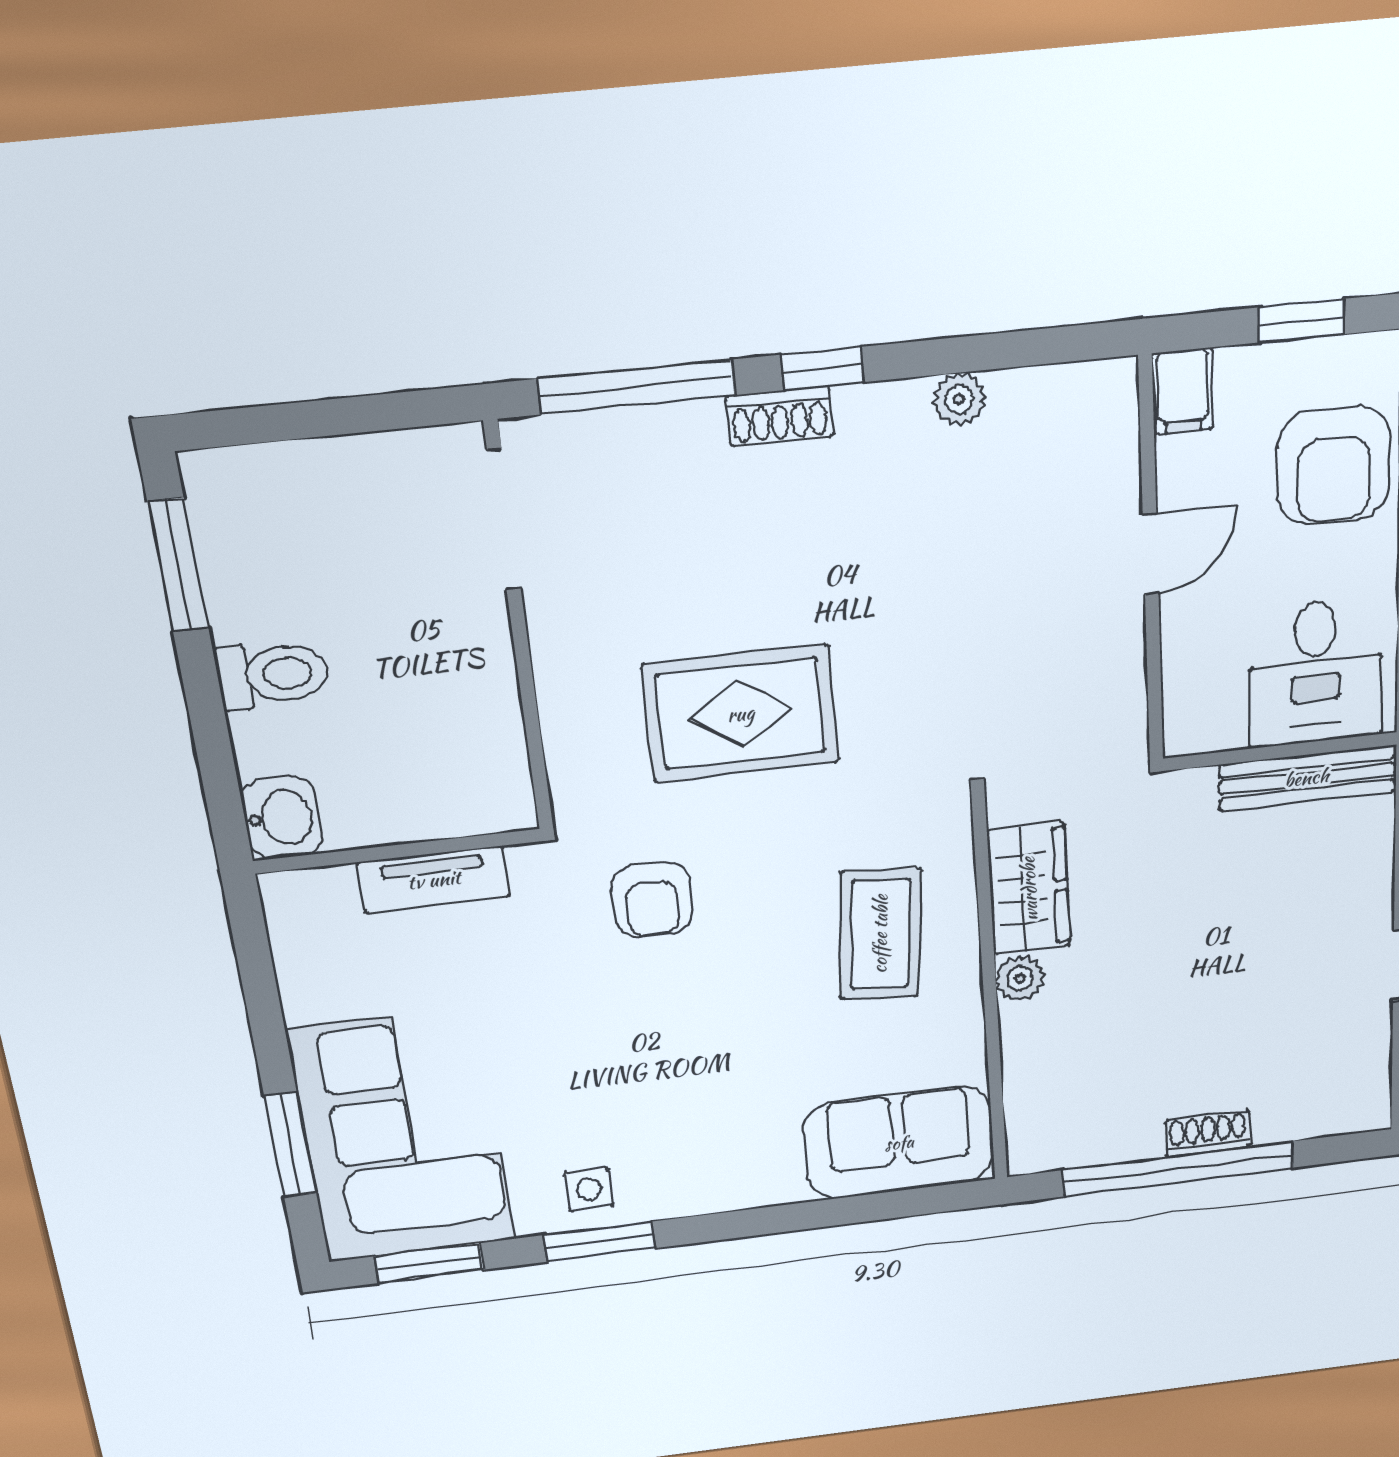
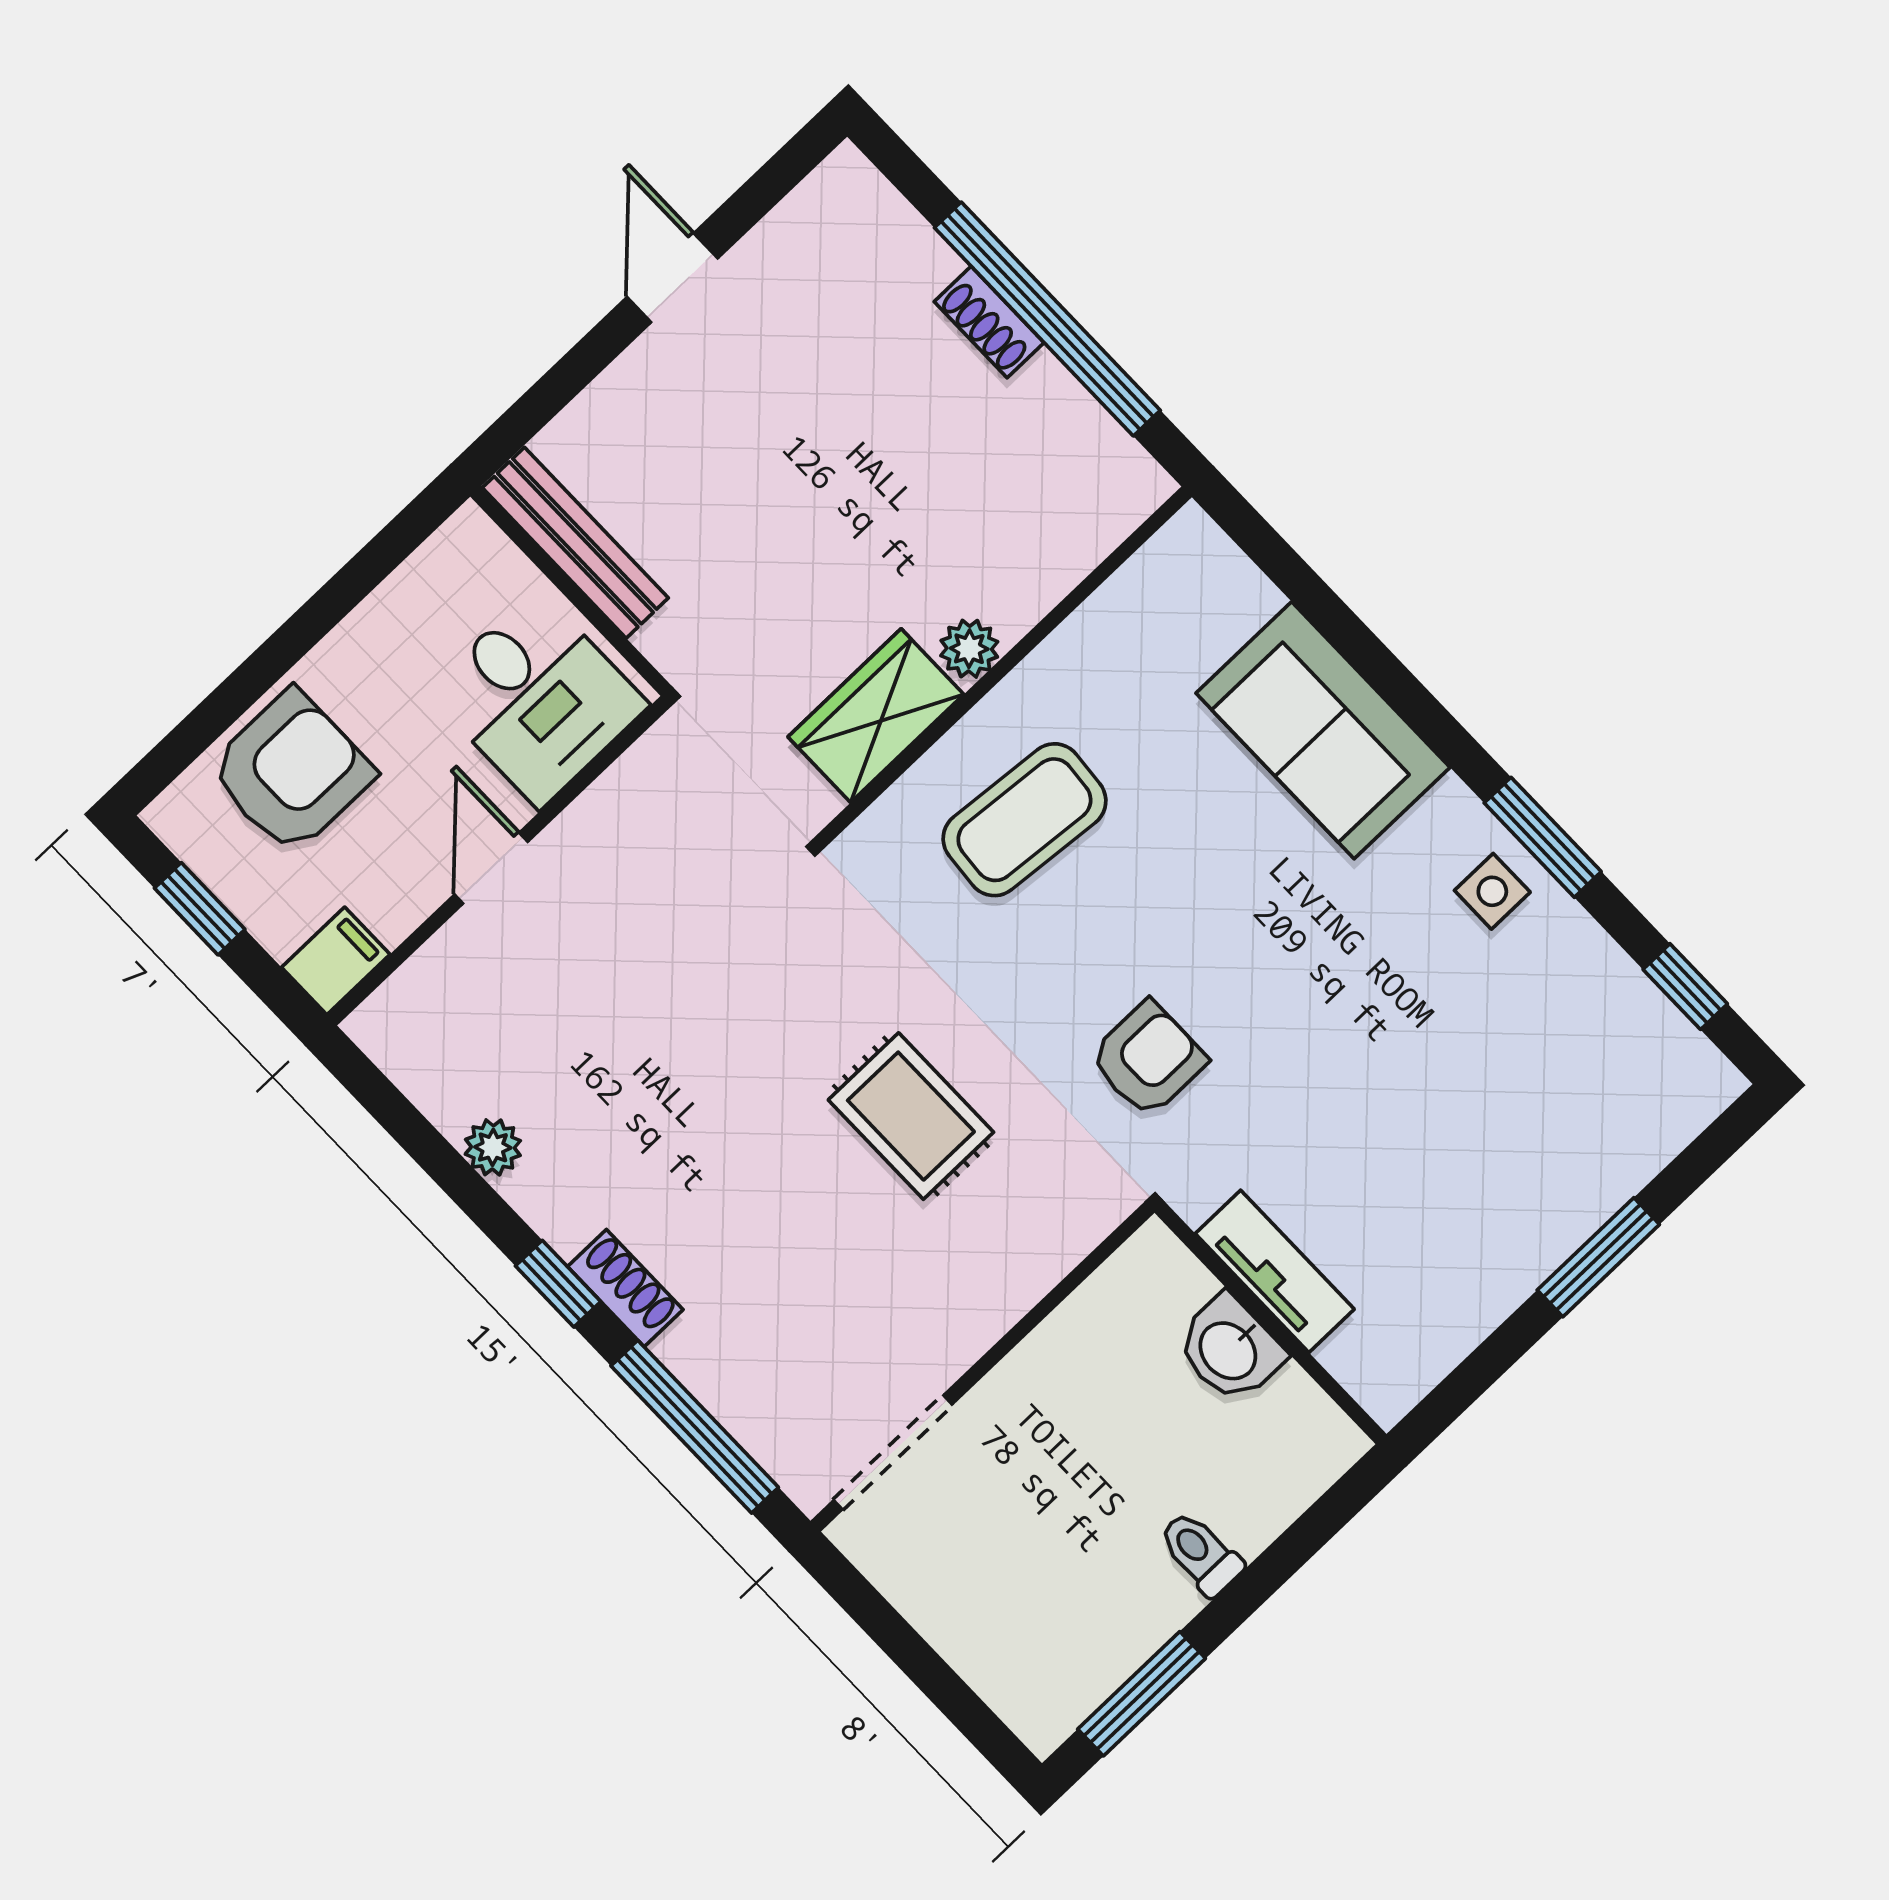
door: (1151, 554) -> (491, 868), hinge flipped
desk: (1316, 672) -> (538, 698), moved, turned 90
toilet: (273, 675) -> (1201, 1553), width x0.73, depth x0.72
rug: (741, 714) -> (911, 1116), width x0.73, depth x0.70
washbasin: (282, 818) -> (1230, 1349), moved, turned -90
corner sofa: (403, 1137) -> (1563, 1111), removed
sofa: (899, 1143) -> (1323, 730), moved
window: (290, 1145) -> (1598, 1257), moved
window: (429, 1263) -> (1685, 987), width x0.67

